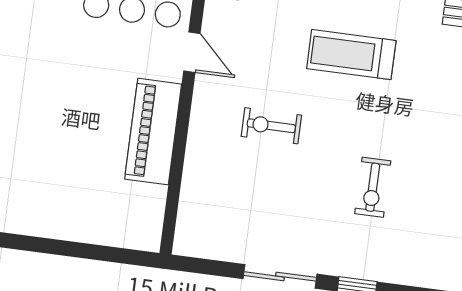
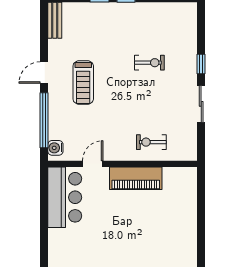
exercise bike: (271, 126) -> (151, 142), moved, turned 90

